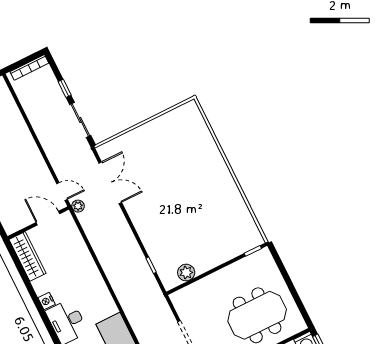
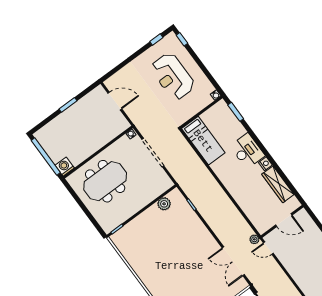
door: (48, 218) -> (284, 220), moved
wardrobe: (28, 256) -> (278, 184), moved

